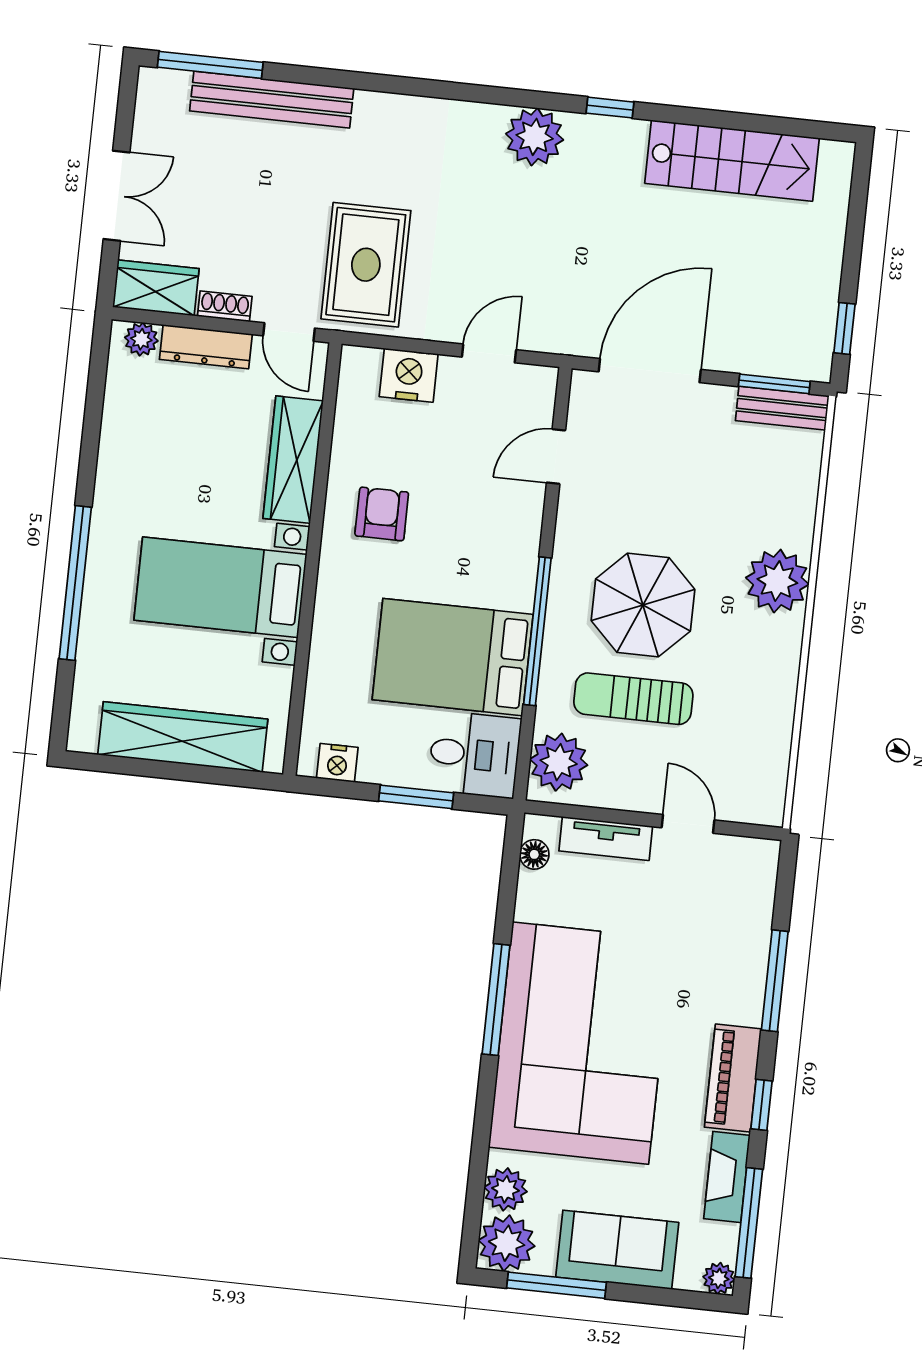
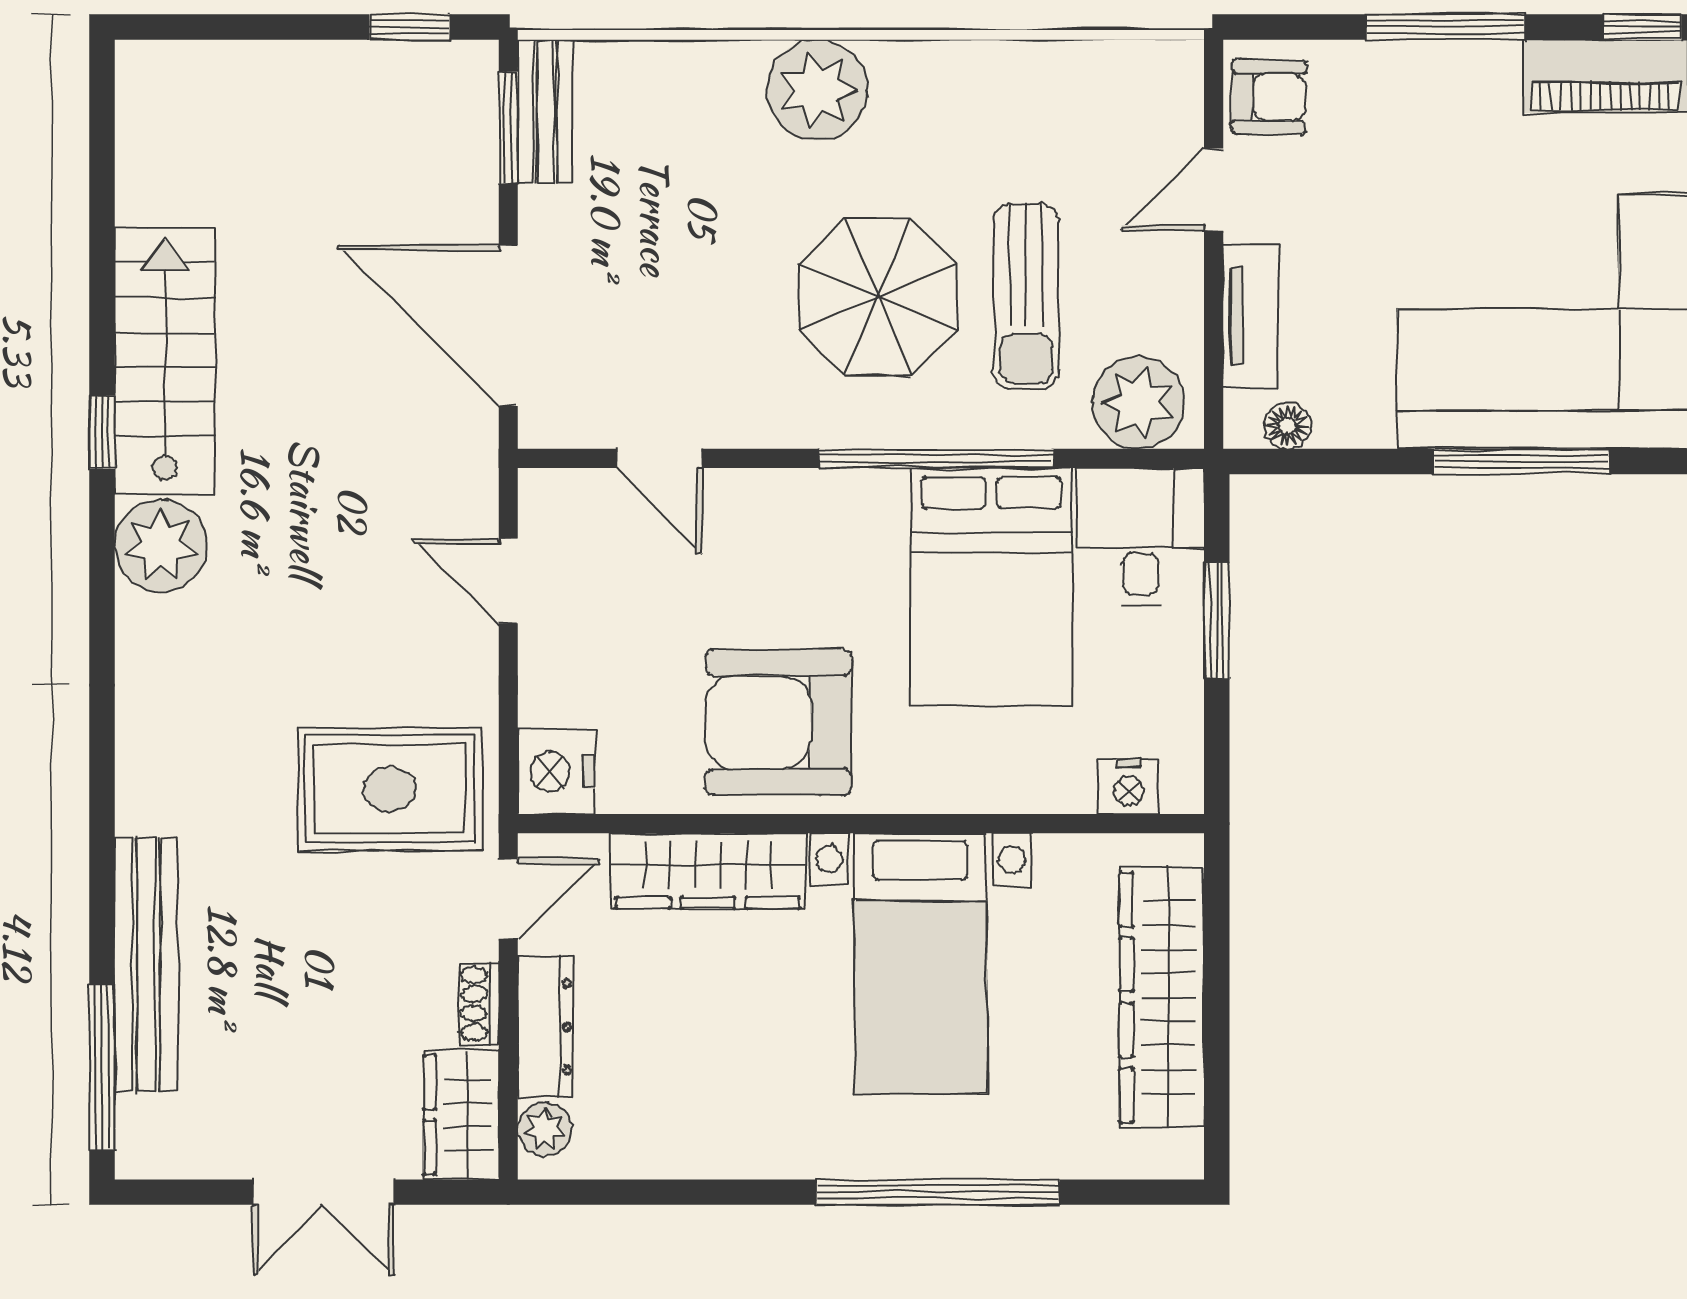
stairs: (732, 161) -> (165, 361), moved
double door: (117, 196) -> (323, 1192), swing flipped
nightstand: (409, 375) -> (556, 771), moved
armchair: (382, 514) -> (778, 722), width x1.88, depth x1.88
nightstand: (337, 763) -> (1129, 787), moved, turned 90
armchair: (742, 865) -> (1269, 97), added

